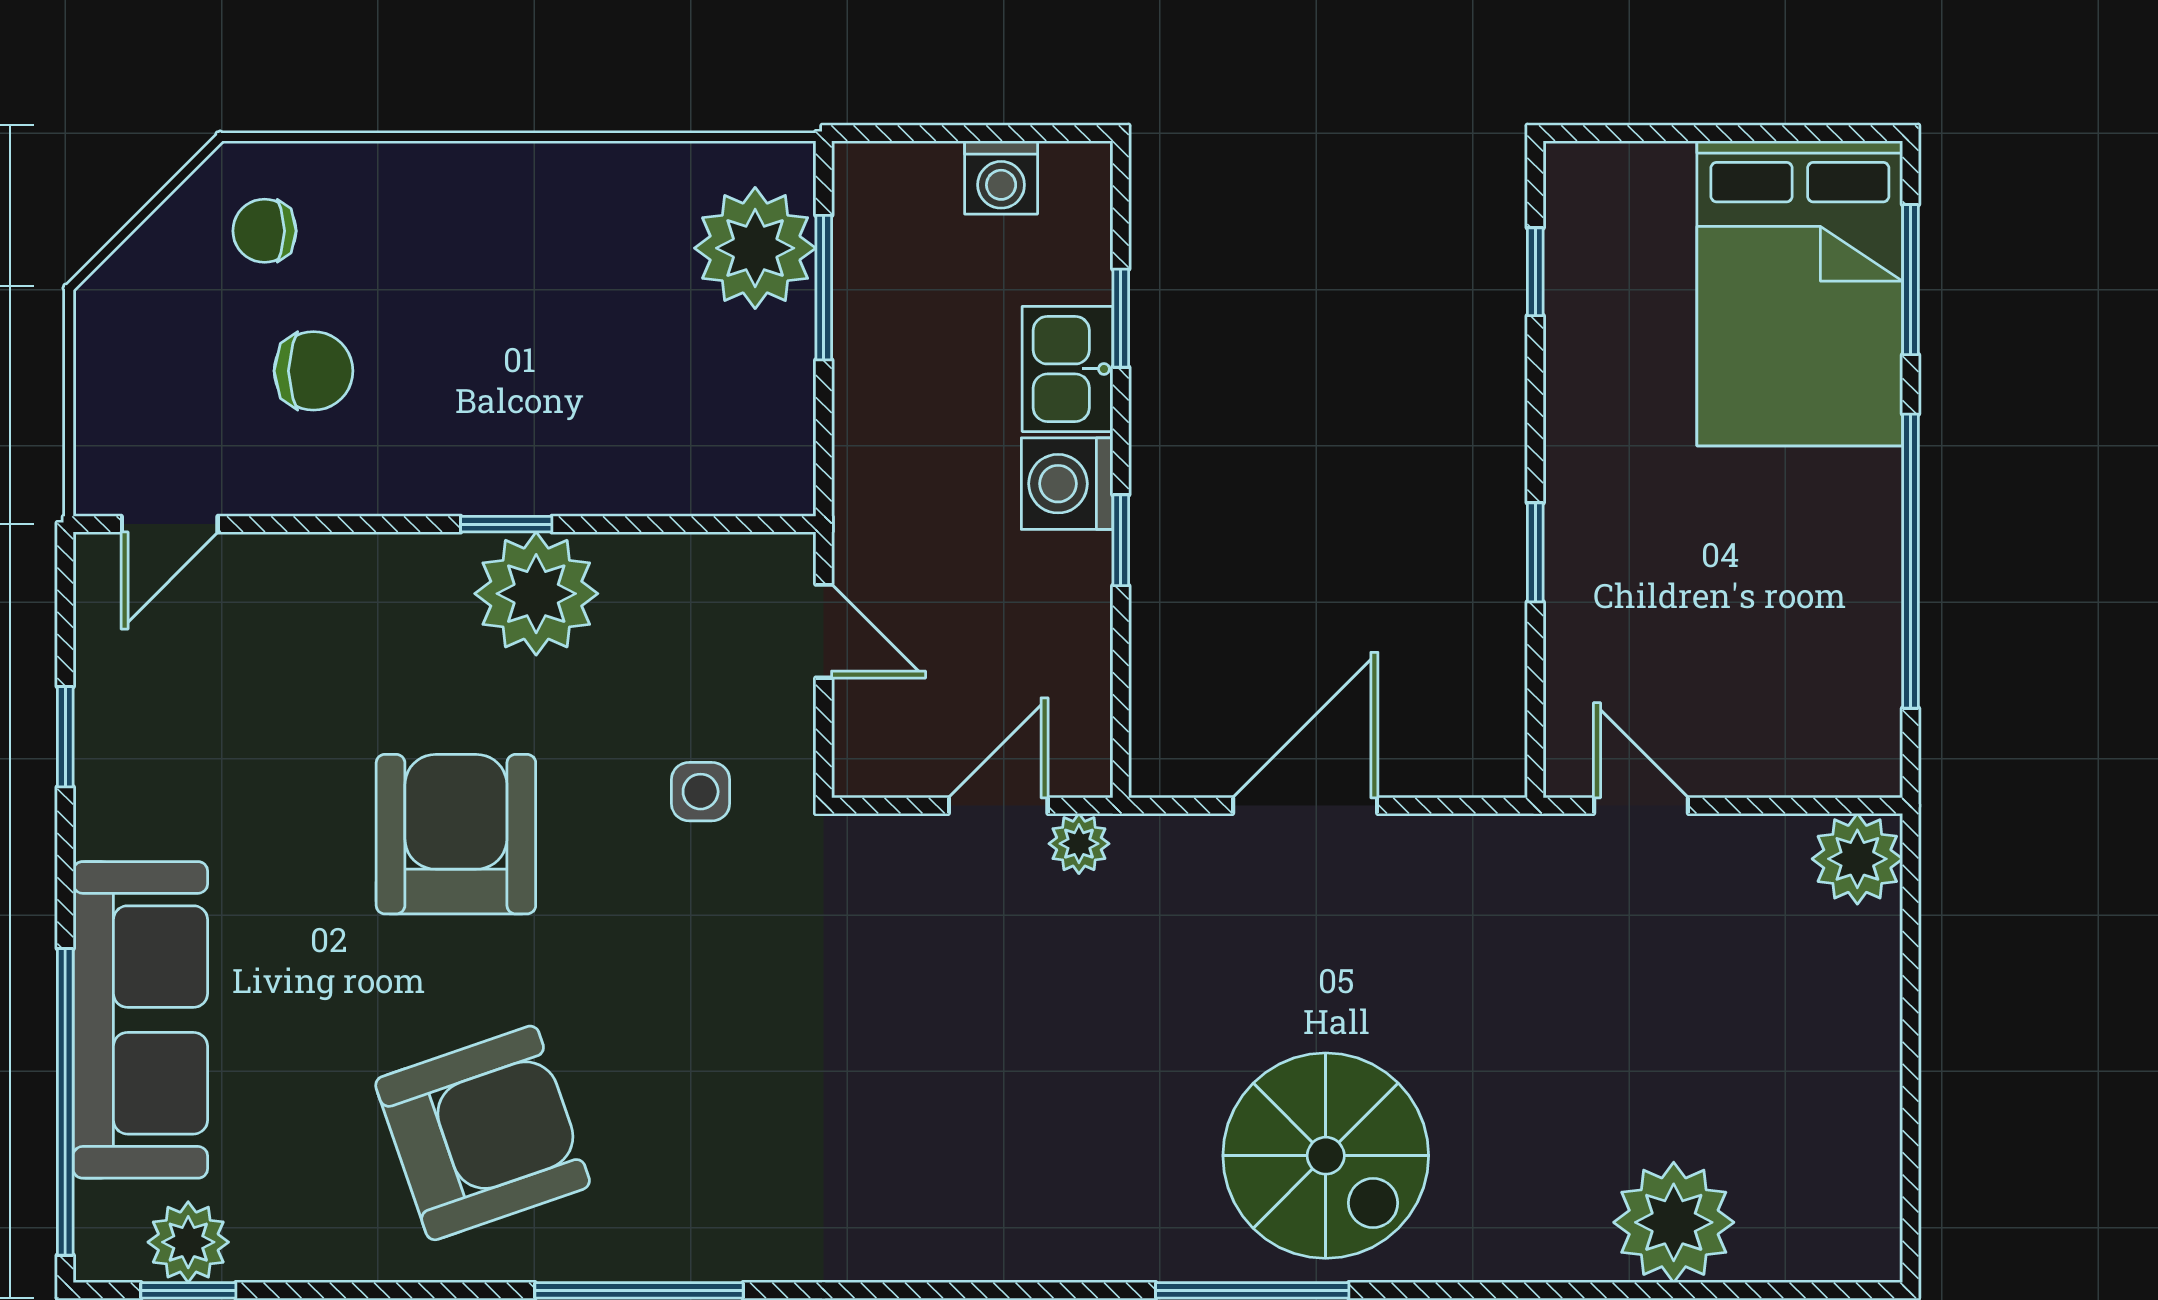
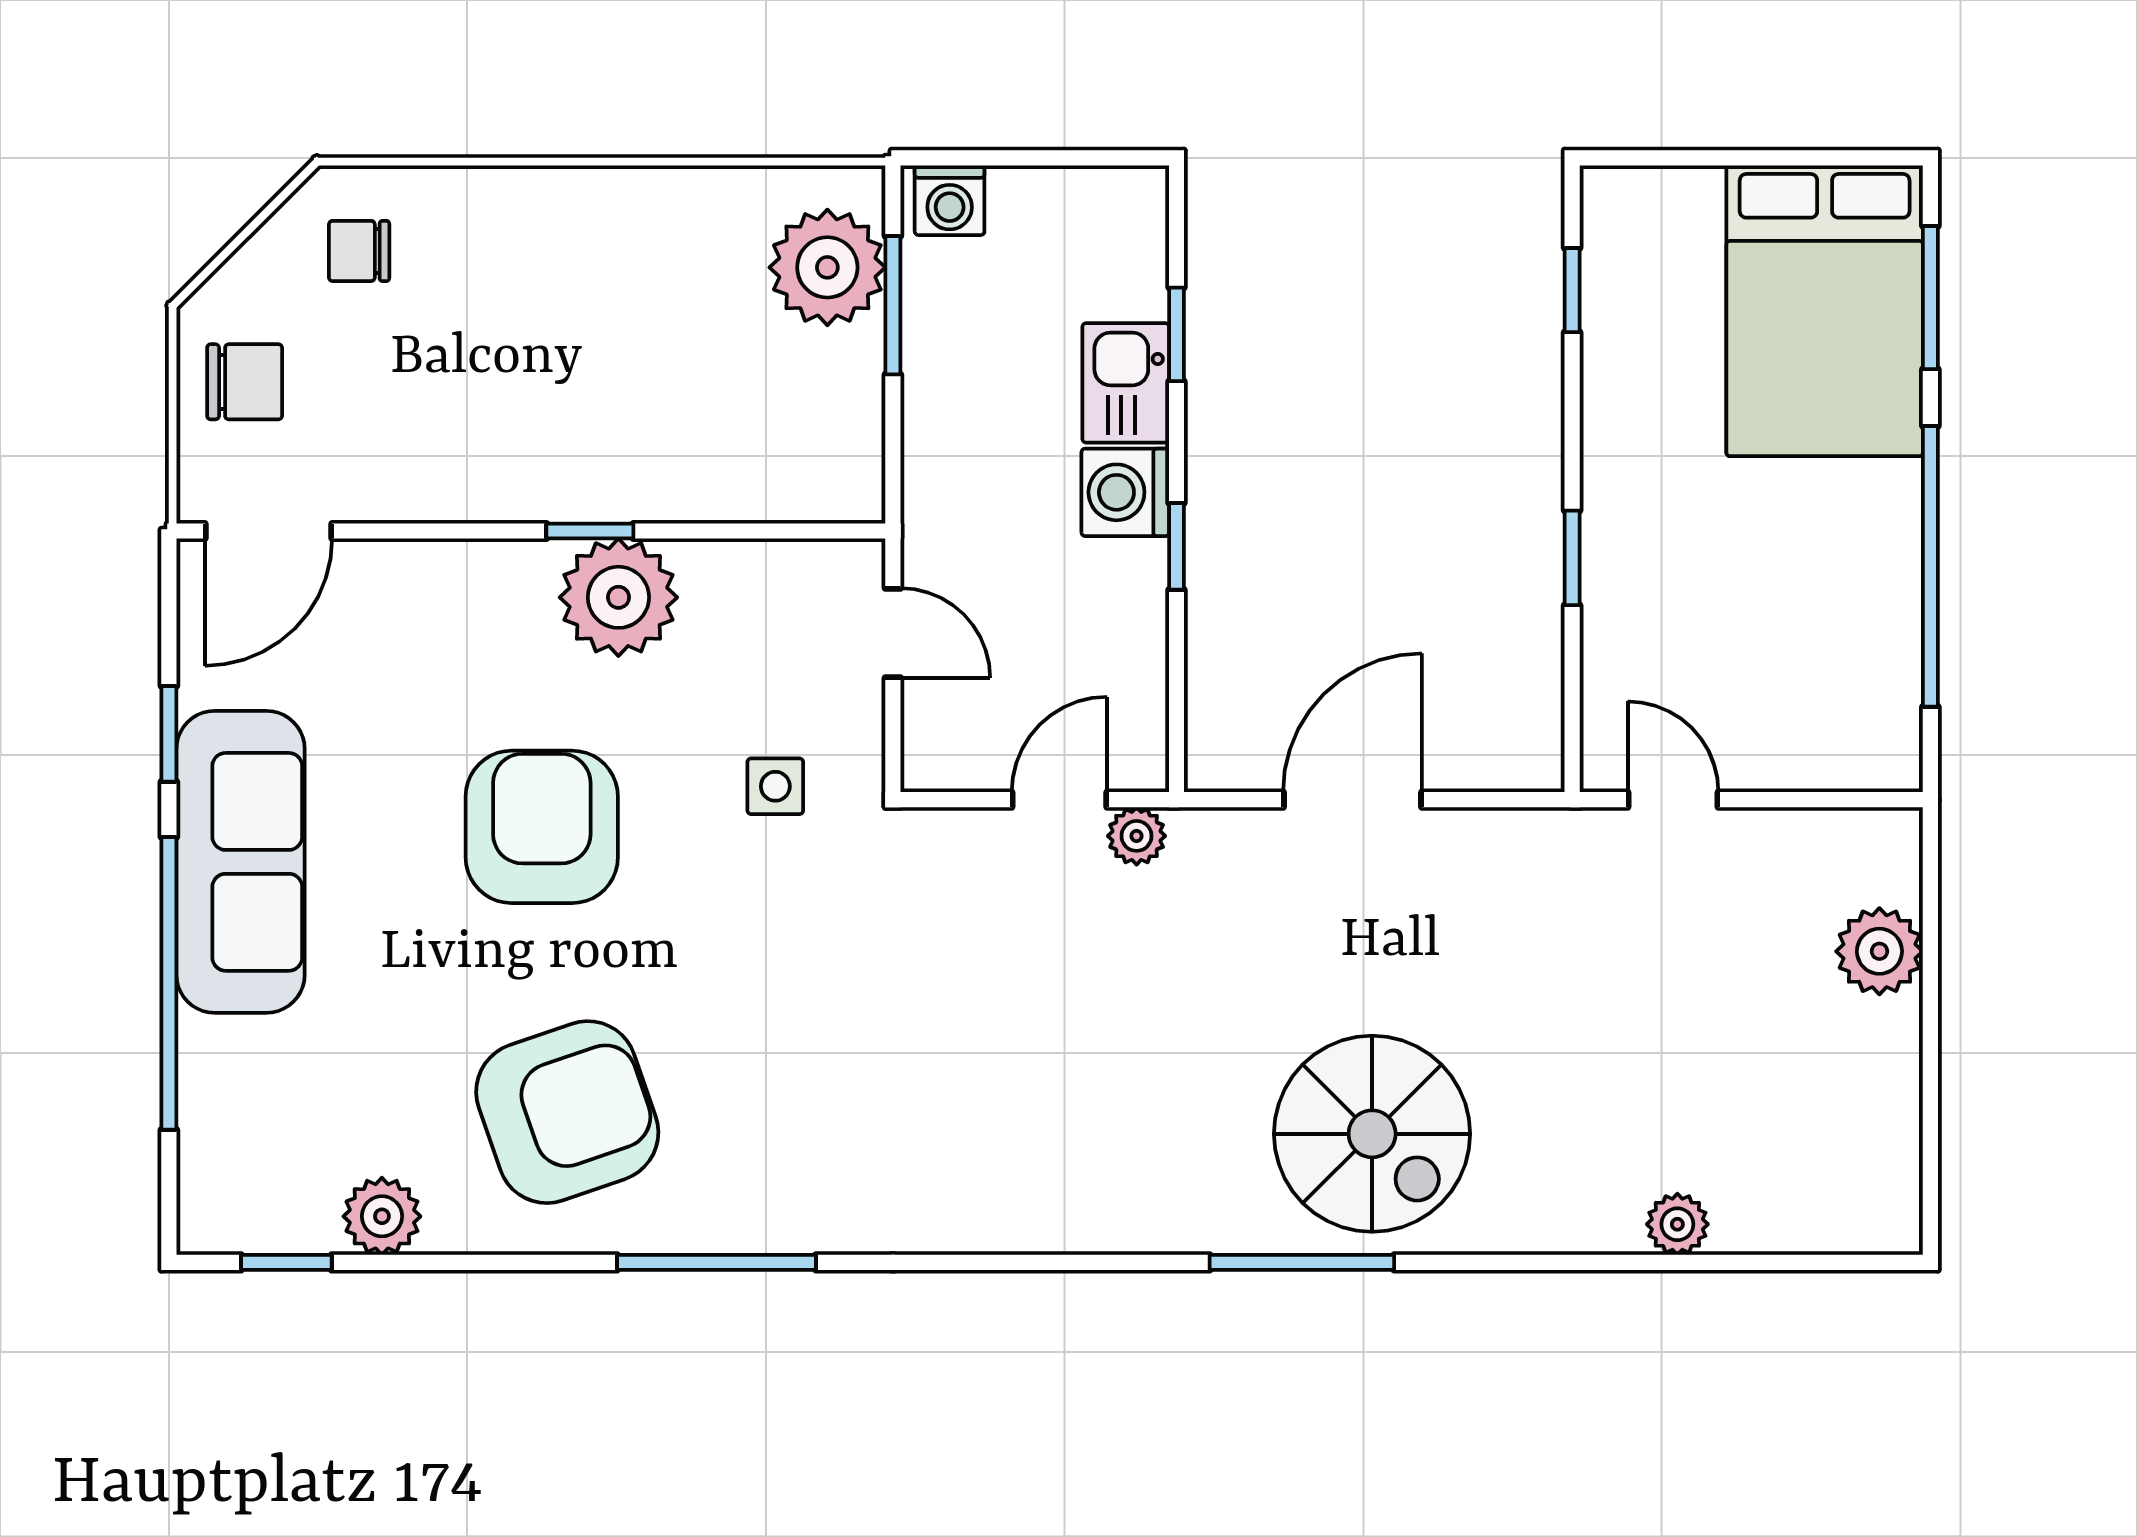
washing machine: (1001, 178) -> (950, 200), moved
chair: (313, 371) -> (245, 382), moved
door: (170, 524) -> (268, 531), width x1.38
plant: (1857, 859) -> (1879, 951), moved
sofa: (140, 1020) -> (241, 862), moved
window: (65, 1102) -> (169, 983), moved
plant: (1674, 1222) -> (1677, 1224), width x0.53, depth x0.53
plant: (188, 1242) -> (382, 1216), moved

